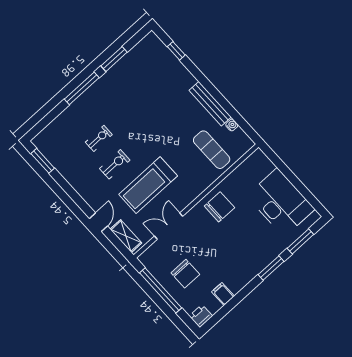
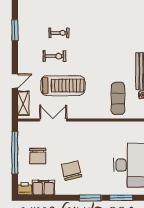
window: (43, 161) -> (15, 30), moved
treadmill: (148, 185) -> (63, 86), turned 180
chair: (219, 207) -> (71, 171), moved, turned -103
filing cabinet: (223, 294) -> (43, 188), width x2.00

